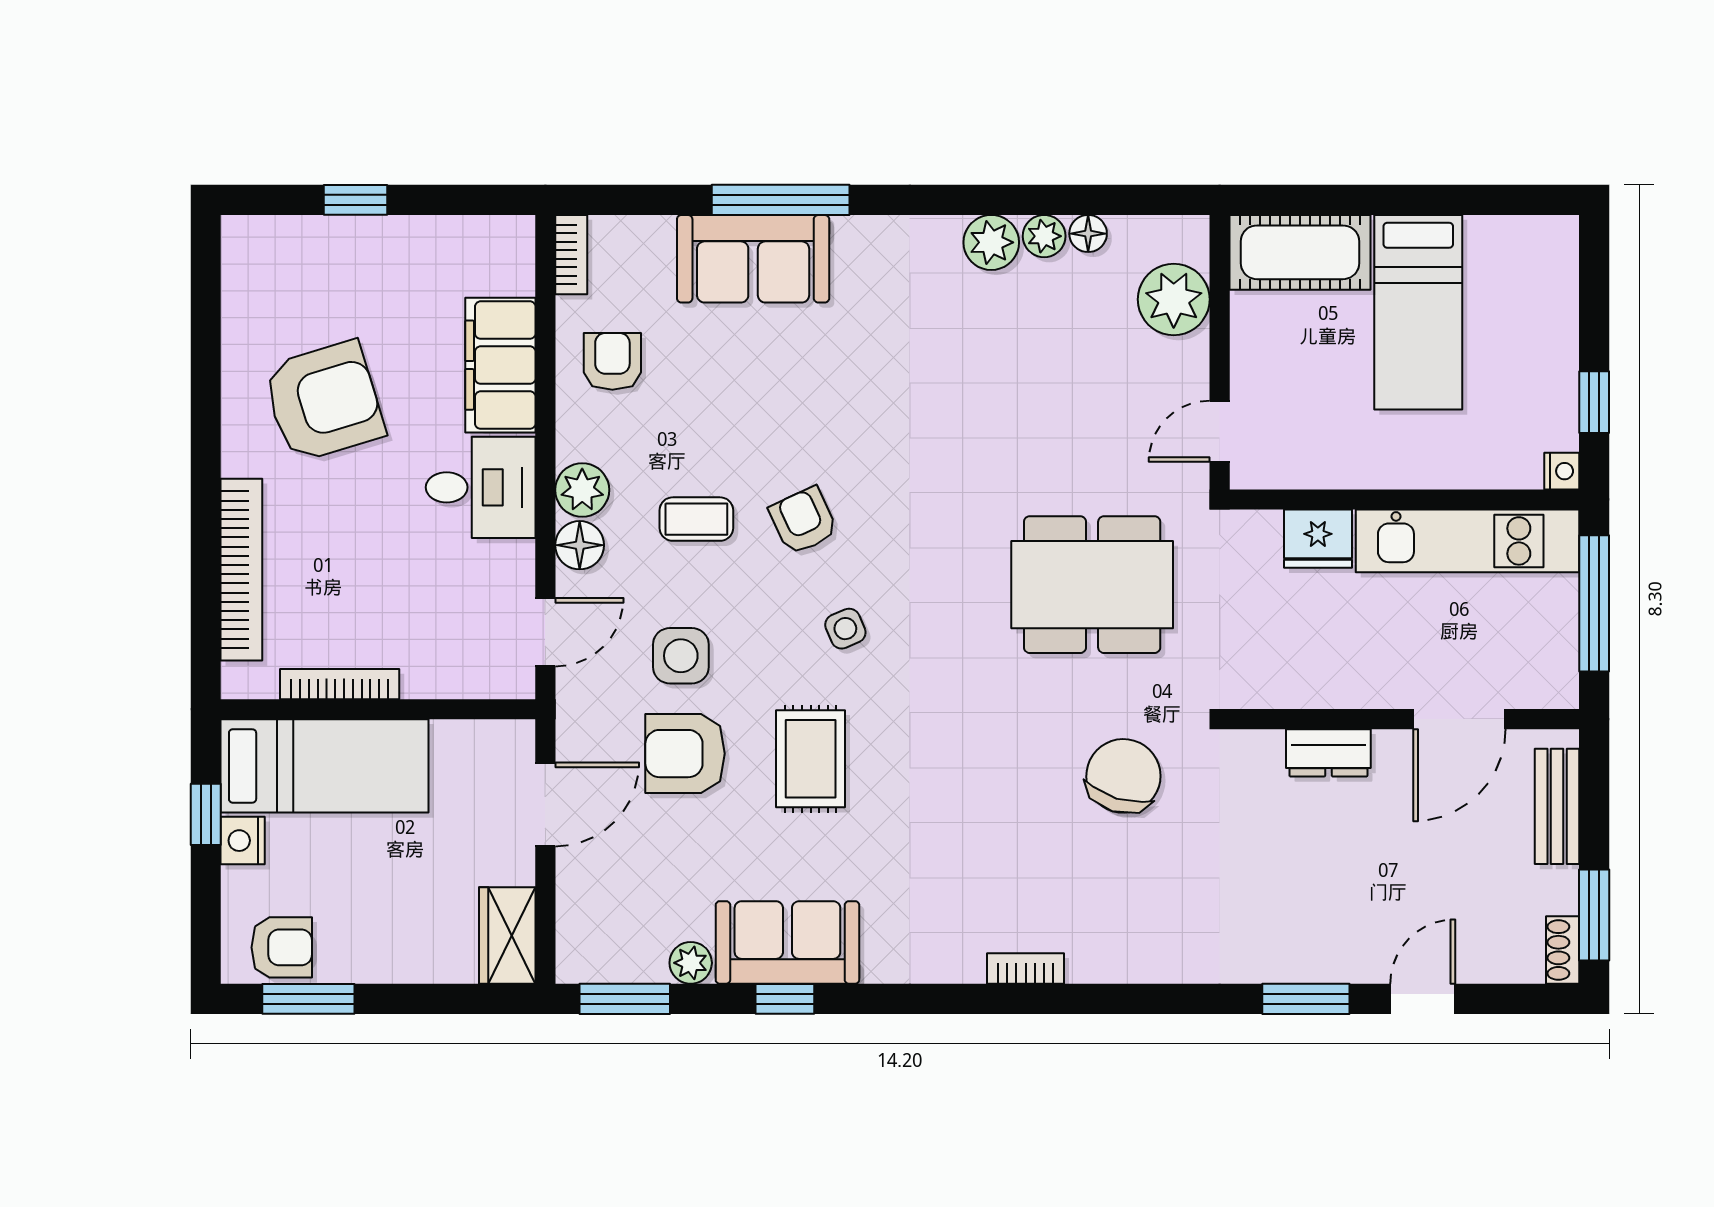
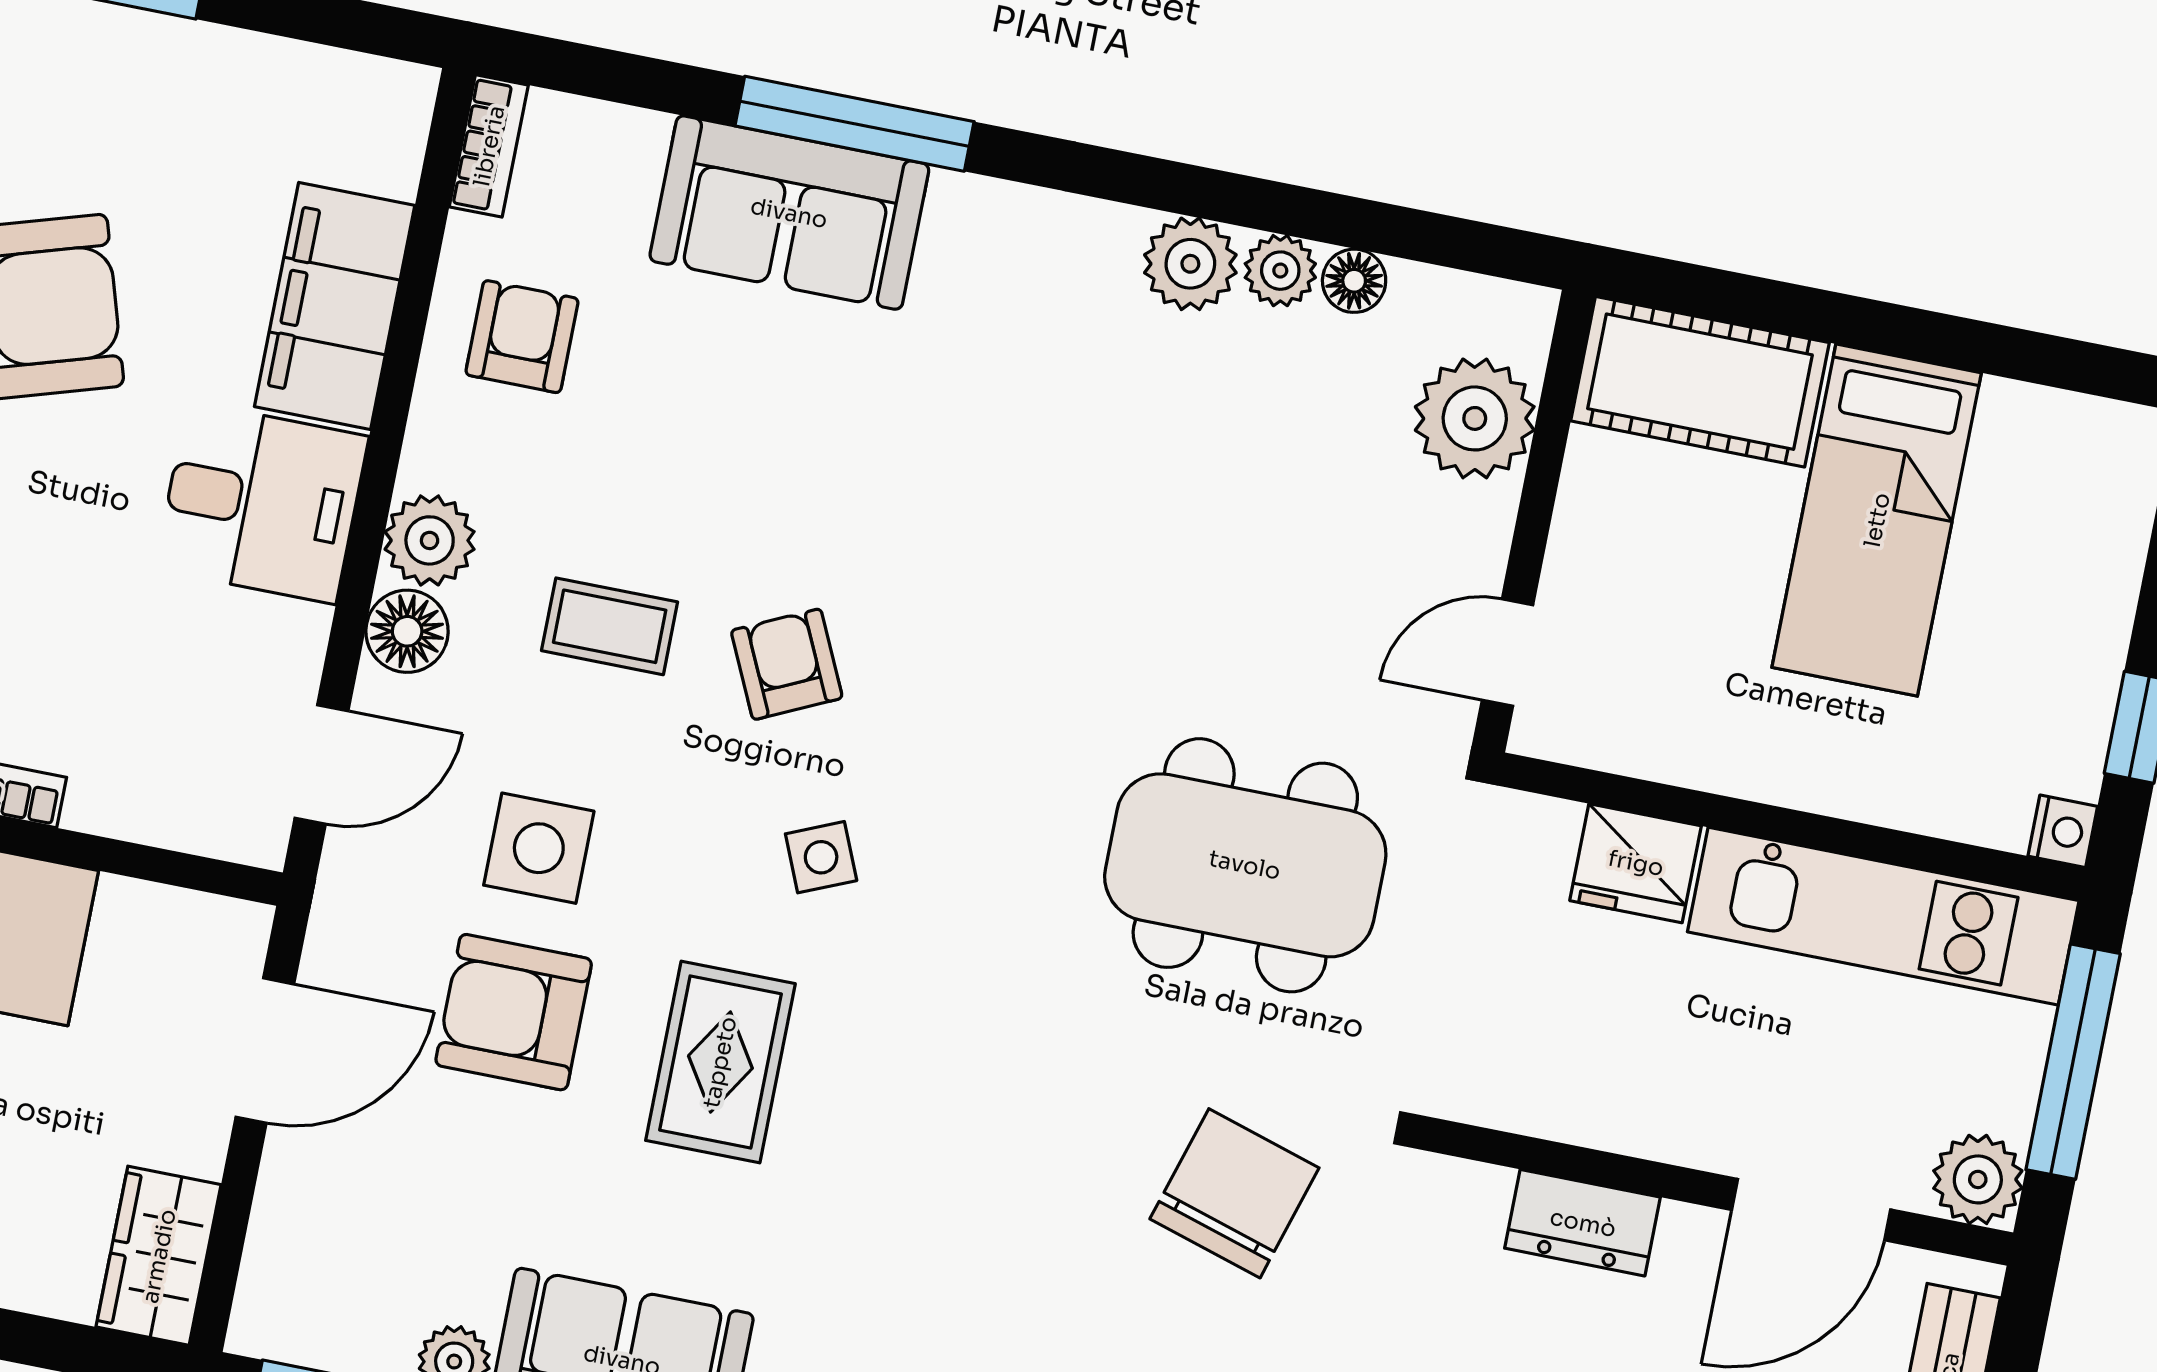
plant: (1552, 683) -> (1978, 1179), added

